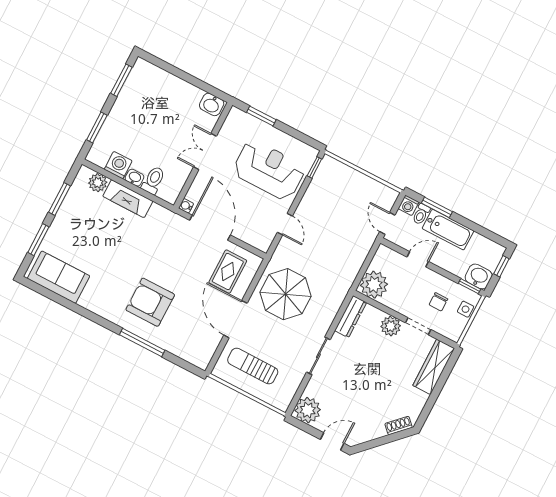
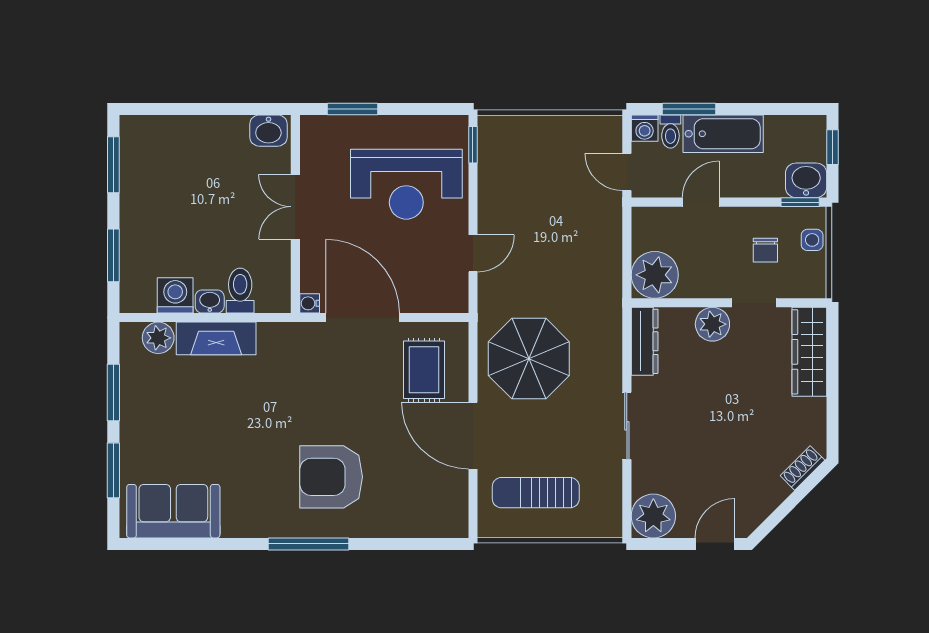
reception desk: (269, 170) -> (406, 184), turned 180
door: (285, 224) -> (473, 253), hinge flipped
window: (142, 342) -> (309, 544), moved

